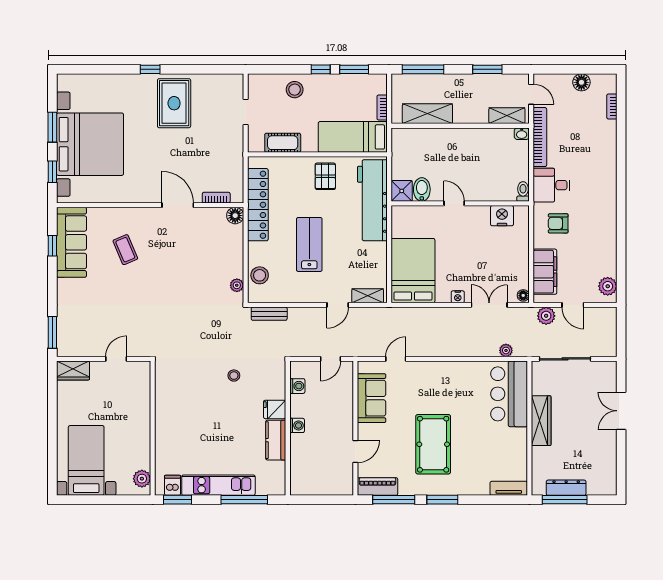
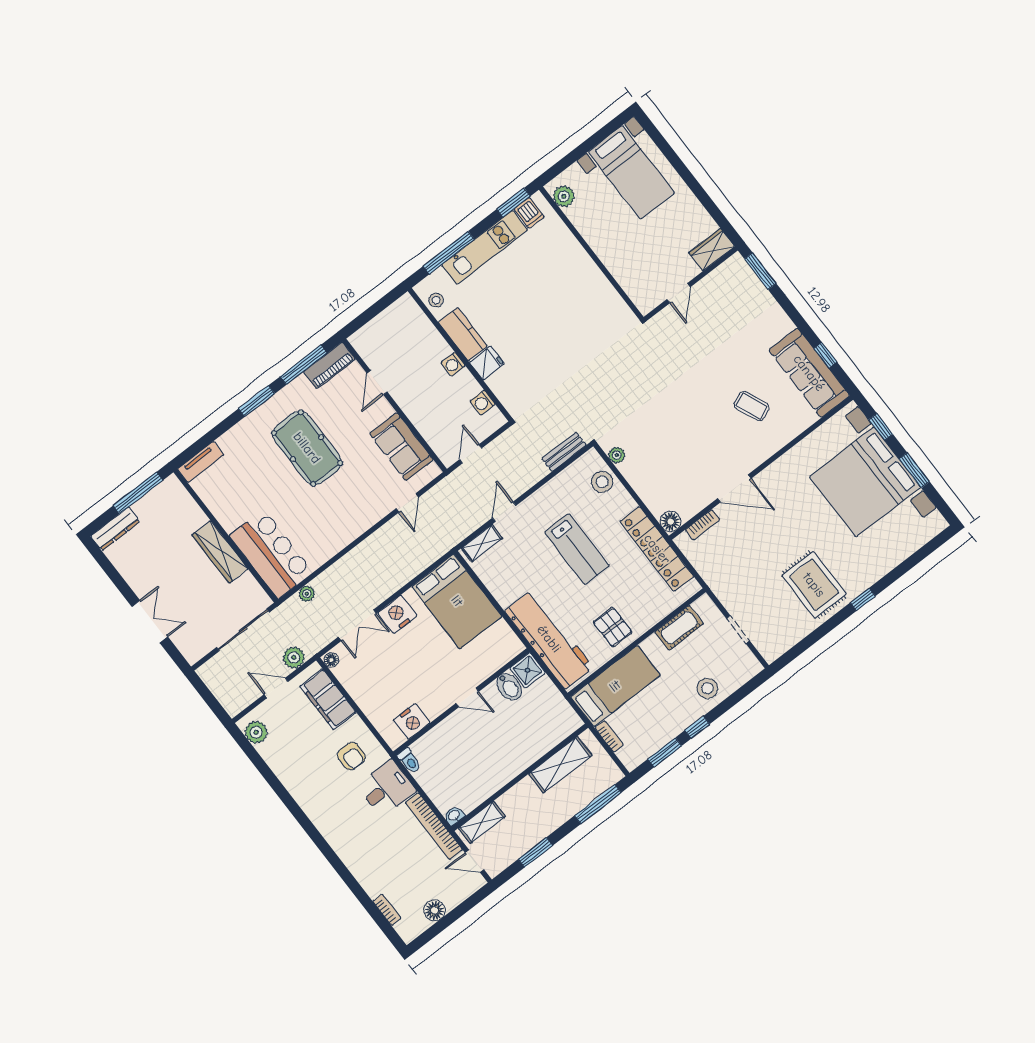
armchair: (558, 223) -> (351, 756), turned 90
nightstand: (458, 297) -> (397, 614), width x1.89, depth x1.79
stool: (234, 376) -> (436, 300), moved
dresser: (566, 488) -> (115, 529), moved

